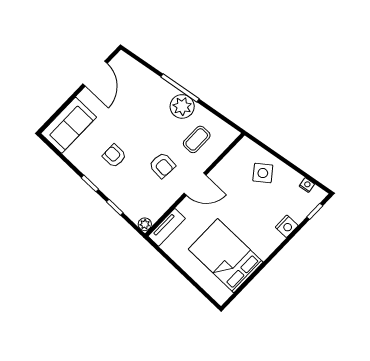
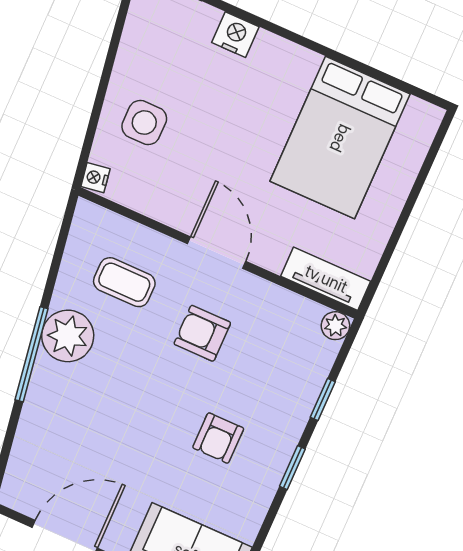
armchair: (162, 165) -> (202, 333), turned -94
side table: (263, 173) -> (144, 123), turned 38
nightstand: (307, 185) -> (95, 178), moved

